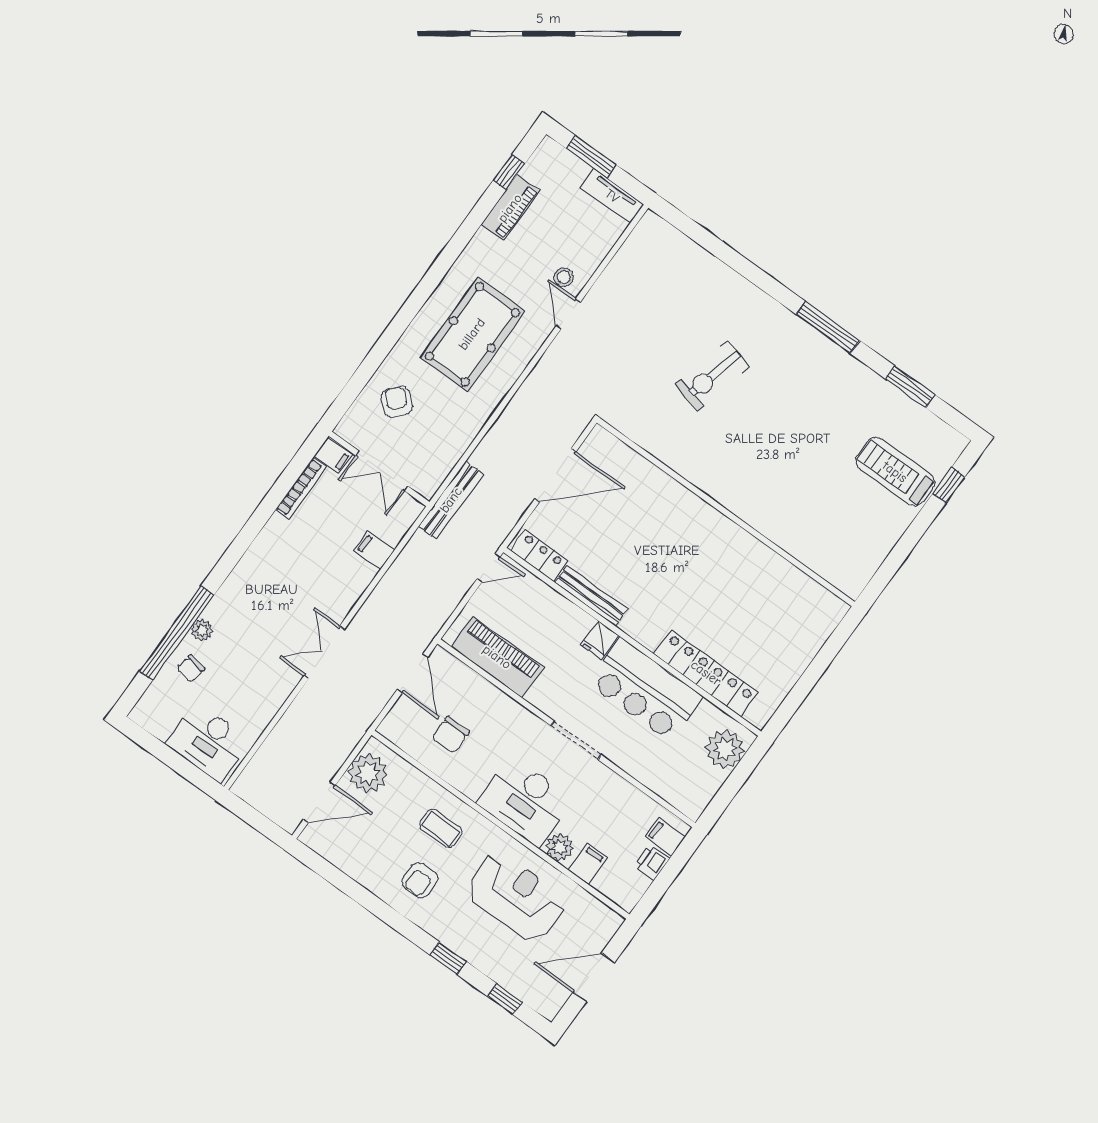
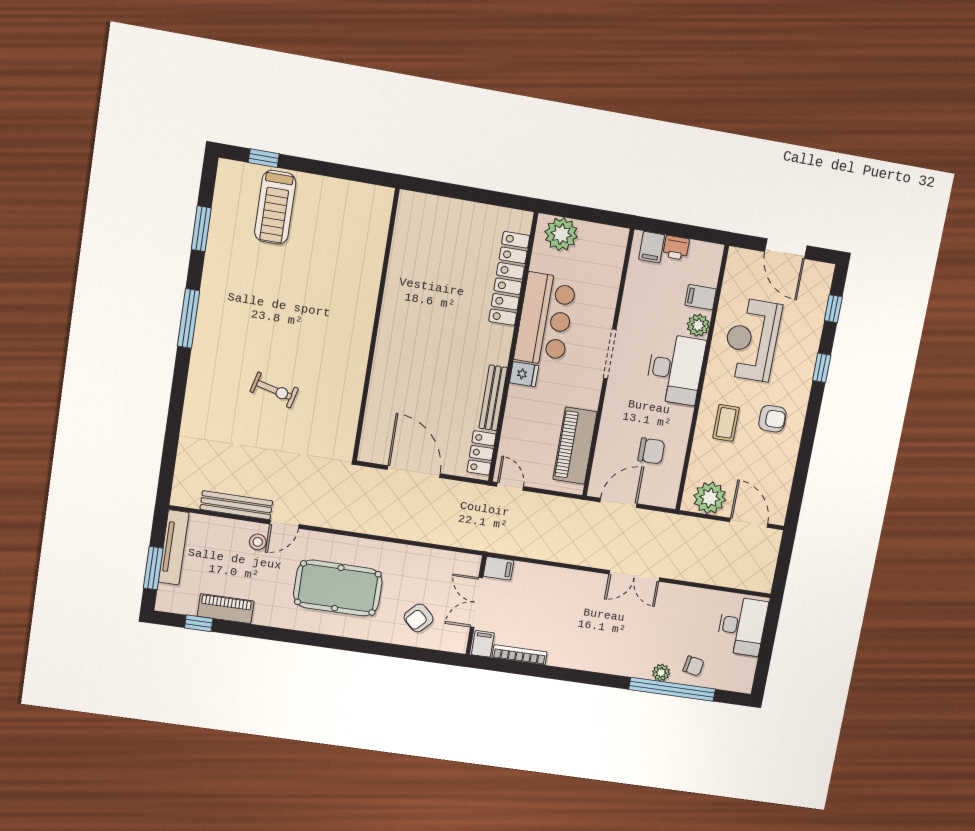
tv unit: (612, 196) -> (174, 547), width x1.41
exercise bike: (712, 376) -> (274, 390), width x0.73, depth x0.72
double door: (382, 471) -> (476, 603), swing flipped
bench: (451, 500) -> (236, 505), moved
filing cabinet: (374, 550) -> (499, 568), moved, turned -90

